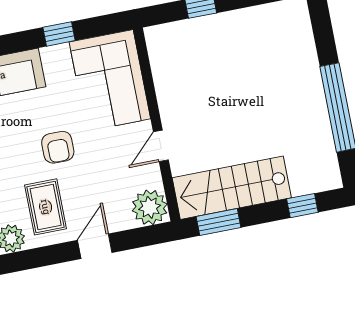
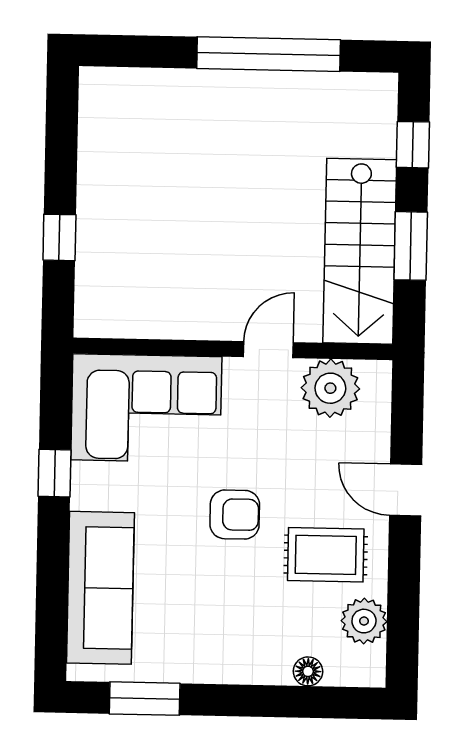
door: (161, 146) -> (268, 350), swing flipped
plant: (150, 207) -> (330, 388), moved
window: (218, 222) -> (411, 246), moved

